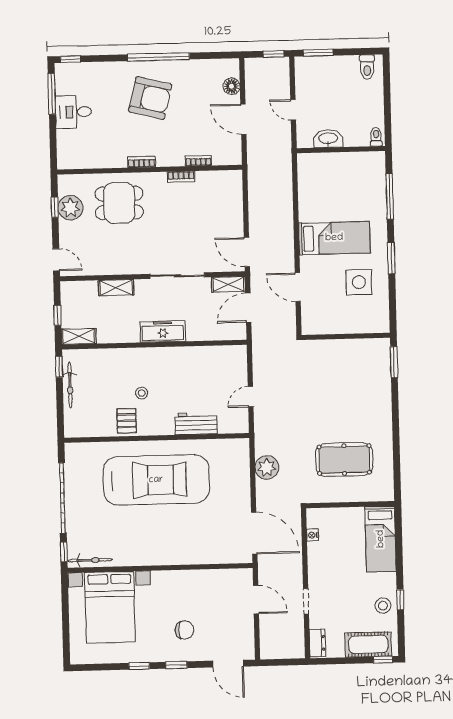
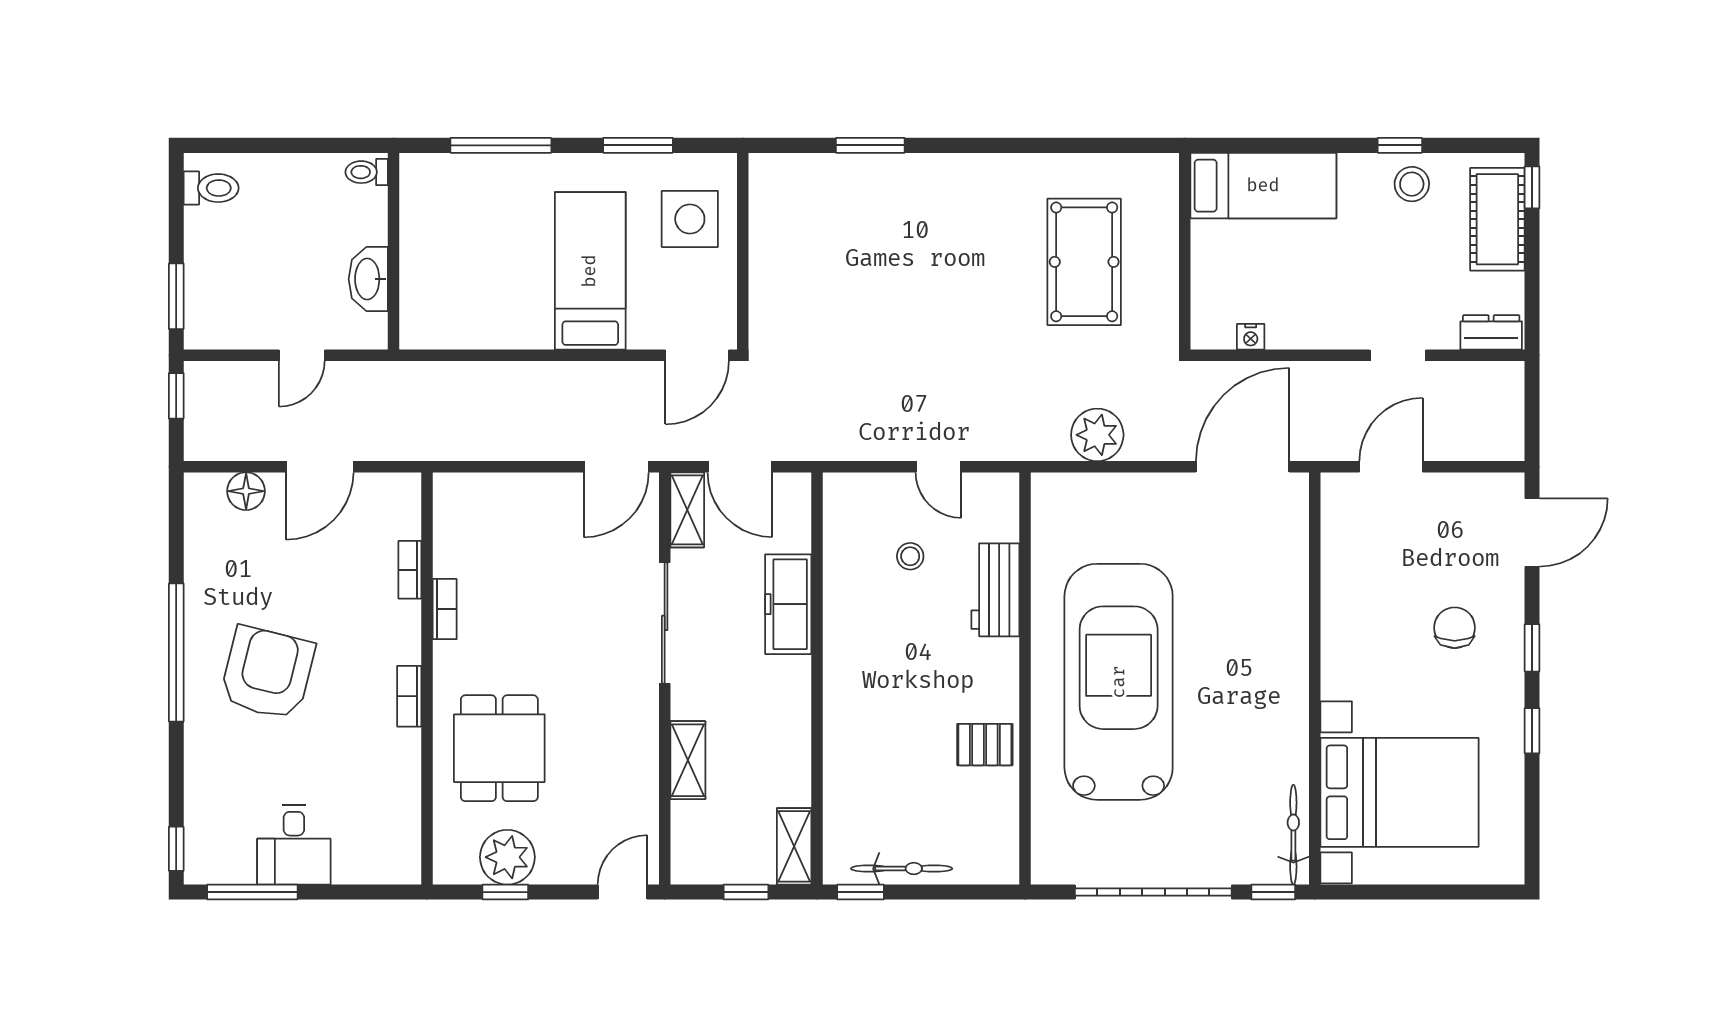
freezer: (163, 331) -> (788, 604), moved
wall: (346, 336) -> (743, 251), moved
stool: (142, 393) -> (910, 556), moved

